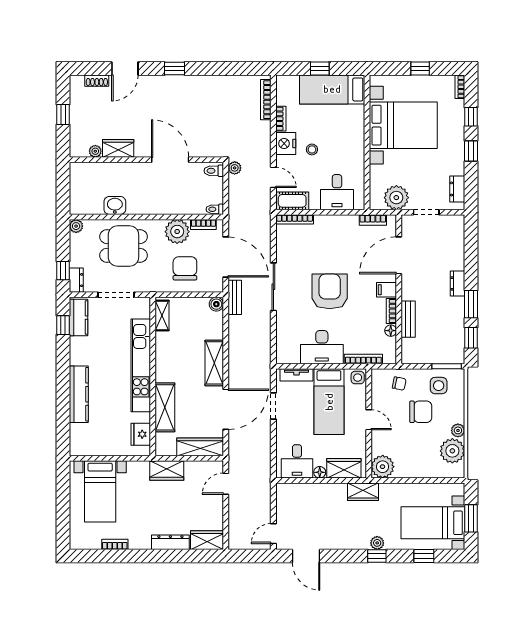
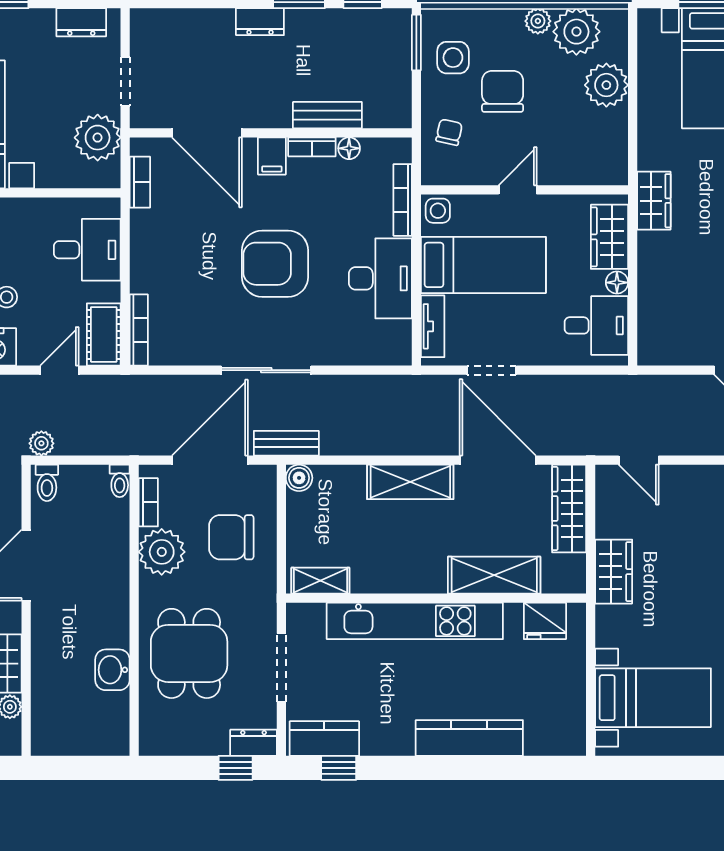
plant: (76, 226) -> (151, 743), removed
plant: (383, 467) -> (606, 85), moved

